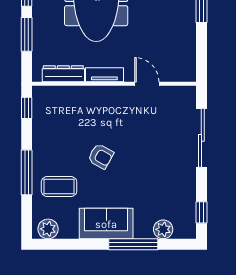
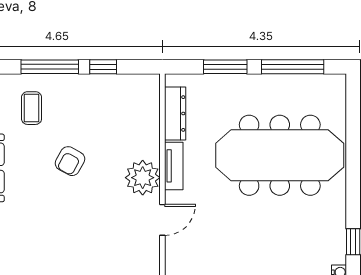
plant: (114, 99) -> (143, 178), added
window: (27, 108) -> (103, 67), moved
coffee table: (59, 187) -> (32, 108), width x0.73, depth x0.77

